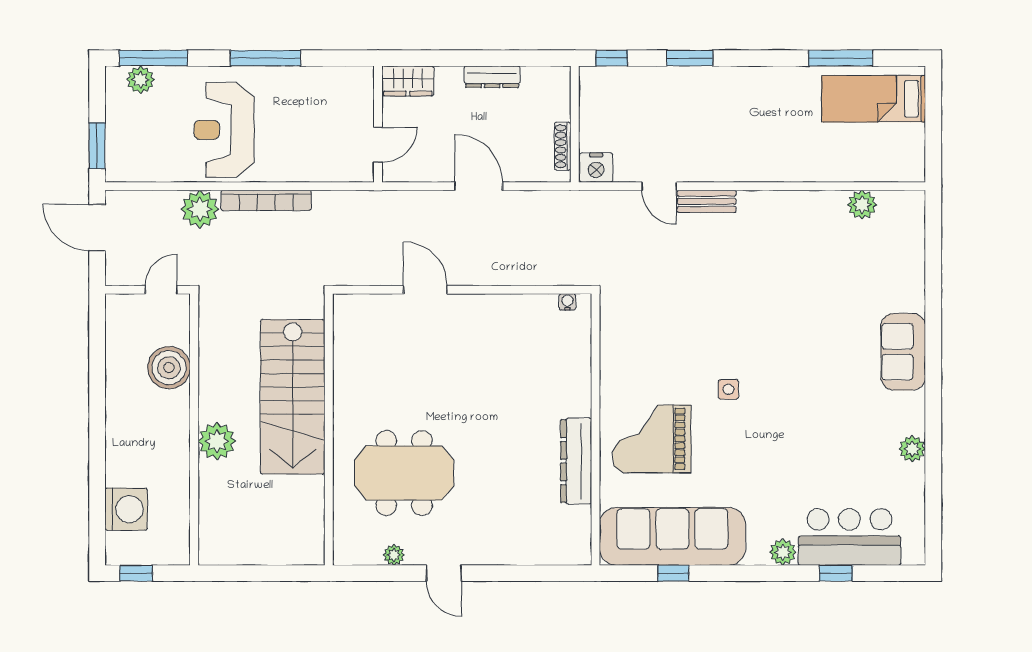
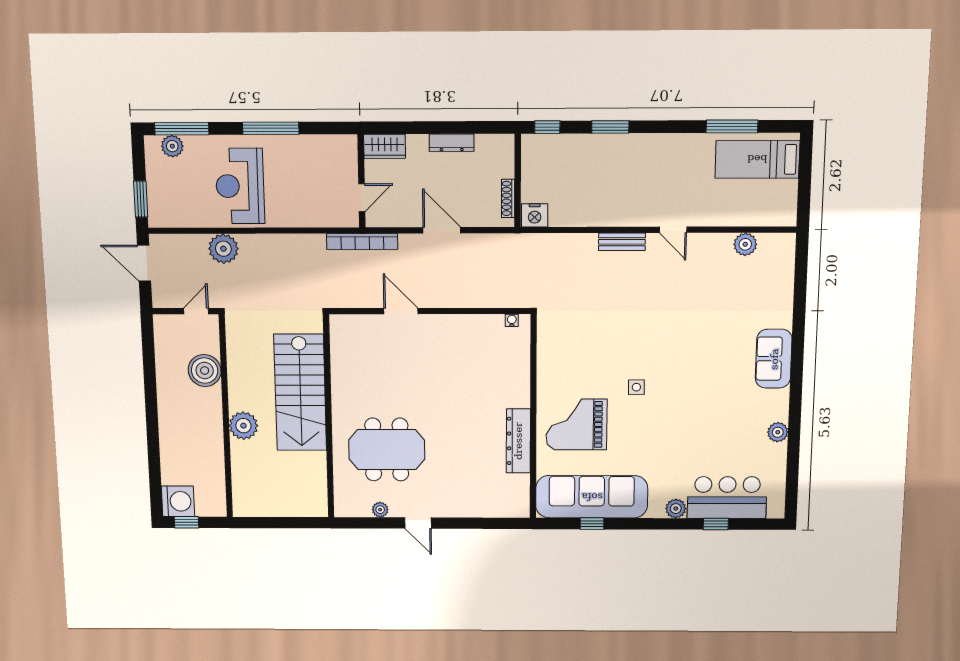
door: (659, 186) -> (673, 230), moved
bookcase: (266, 200) -> (362, 242), moved
washing machine: (126, 509) -> (178, 501), moved

